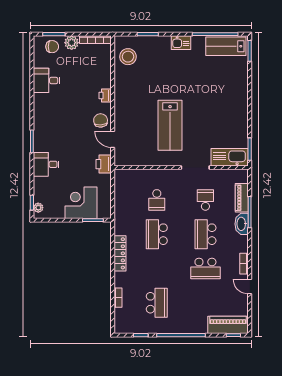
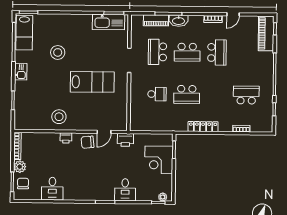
stool: (128, 57) -> (59, 117), moved
stool: (204, 85) -> (58, 52), added
kitchen sink: (230, 157) -> (109, 22), moved, turned -90
school desk: (205, 200) -> (157, 52), width x1.85

